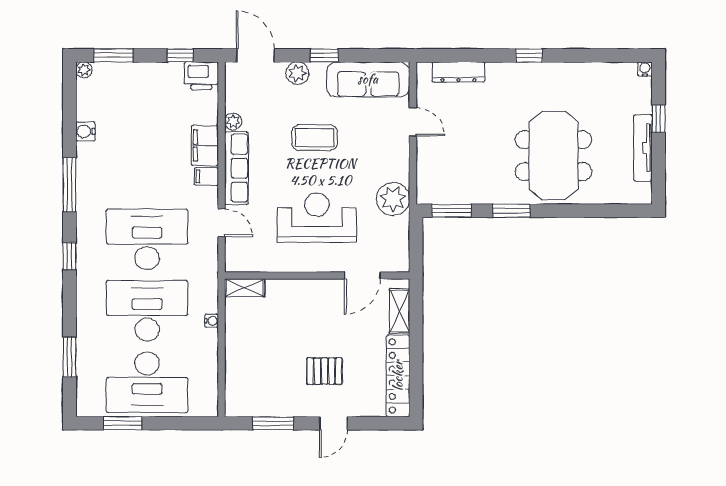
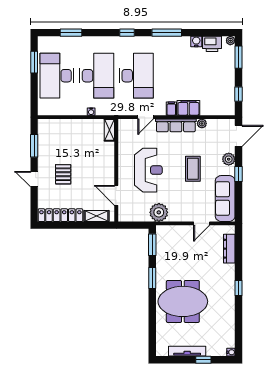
printer: (201, 76) -> (212, 44), moved, turned -90

